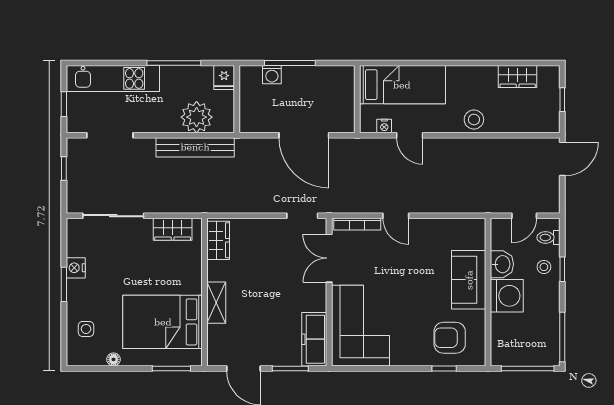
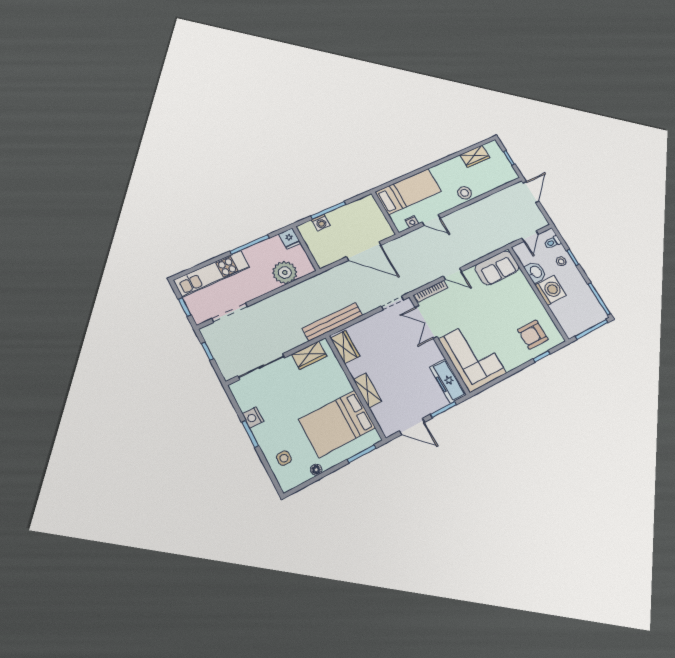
bench: (195, 147) -> (333, 322), moved
sofa: (469, 280) -> (497, 268), moved, turned -90

